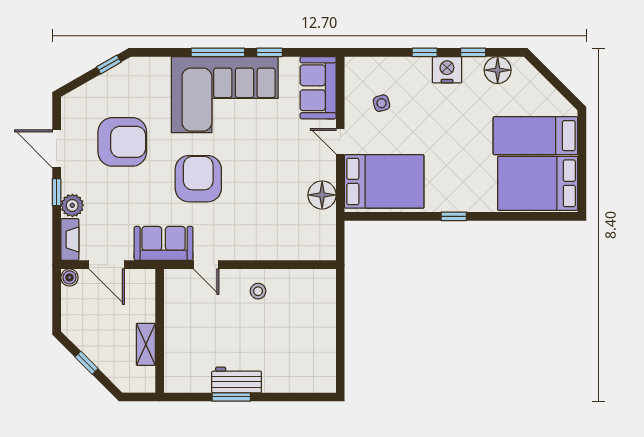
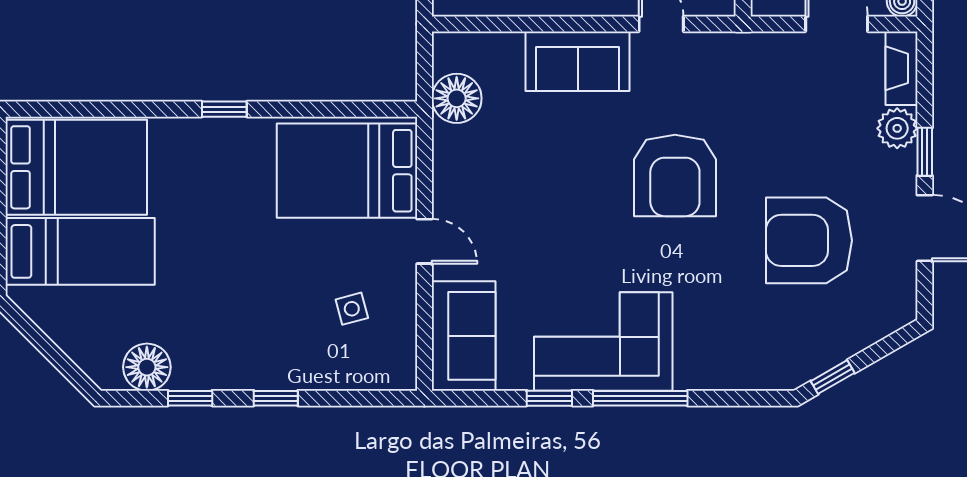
nightstand: (447, 70) -> (236, 368), removed
corner sofa: (225, 95) -> (603, 341), width x0.73, depth x0.74
floor lamp: (322, 195) -> (457, 98), moved
sofa: (164, 243) -> (578, 61), moved

